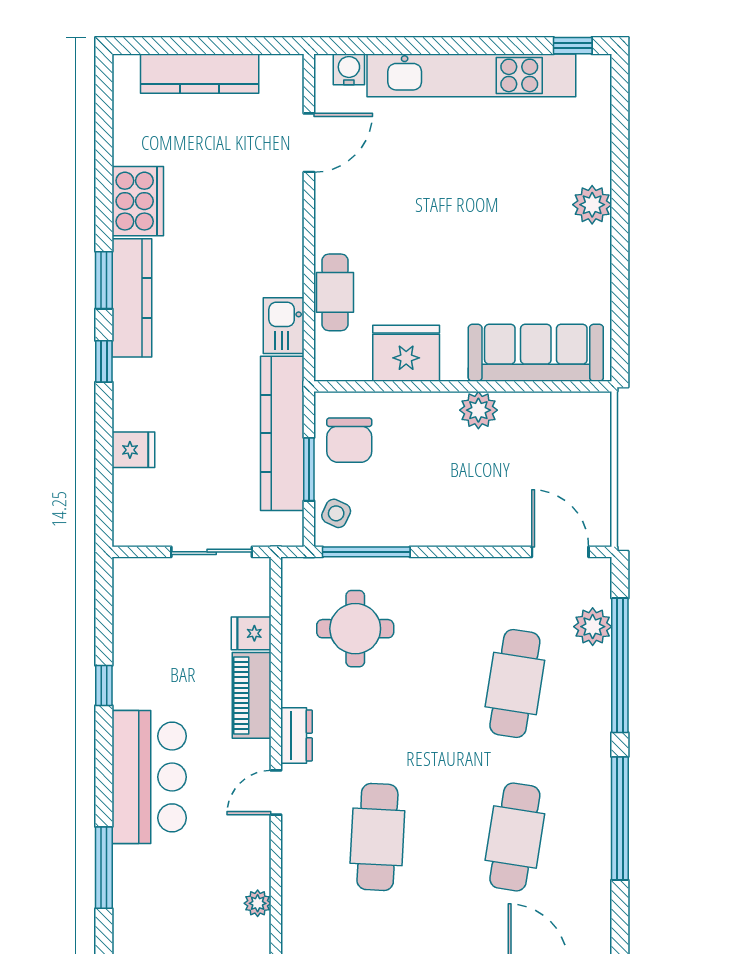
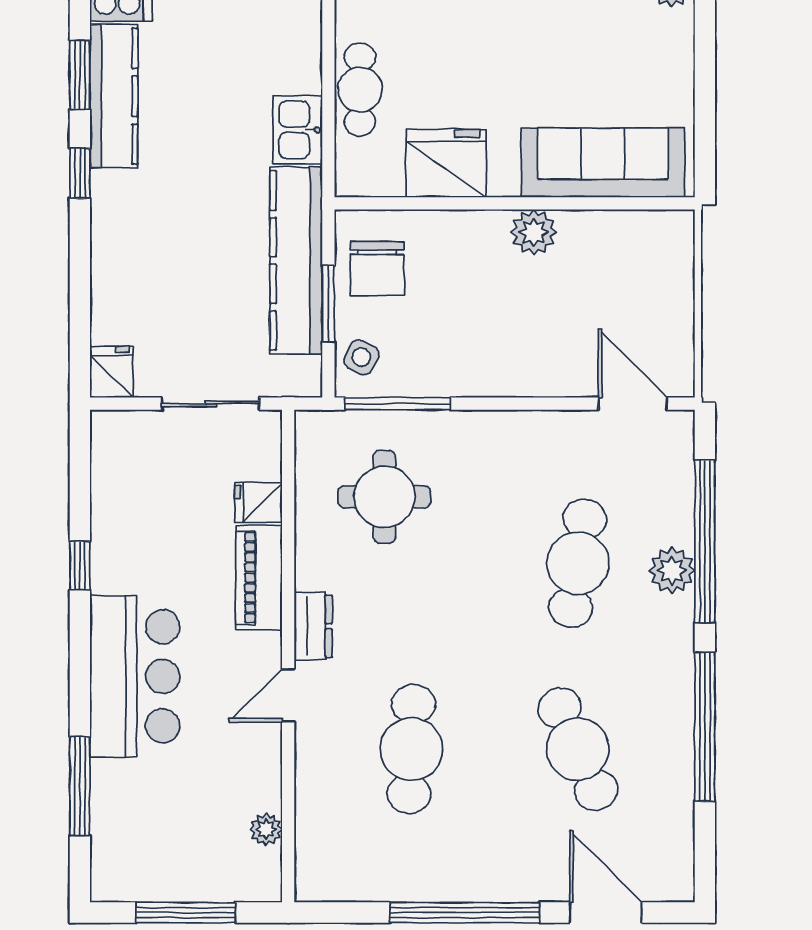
fridge: (133, 450) -> (112, 372), moved, turned -90
plant: (593, 627) -> (672, 570), moved
cafe table: (515, 837) -> (578, 749), turned -33

